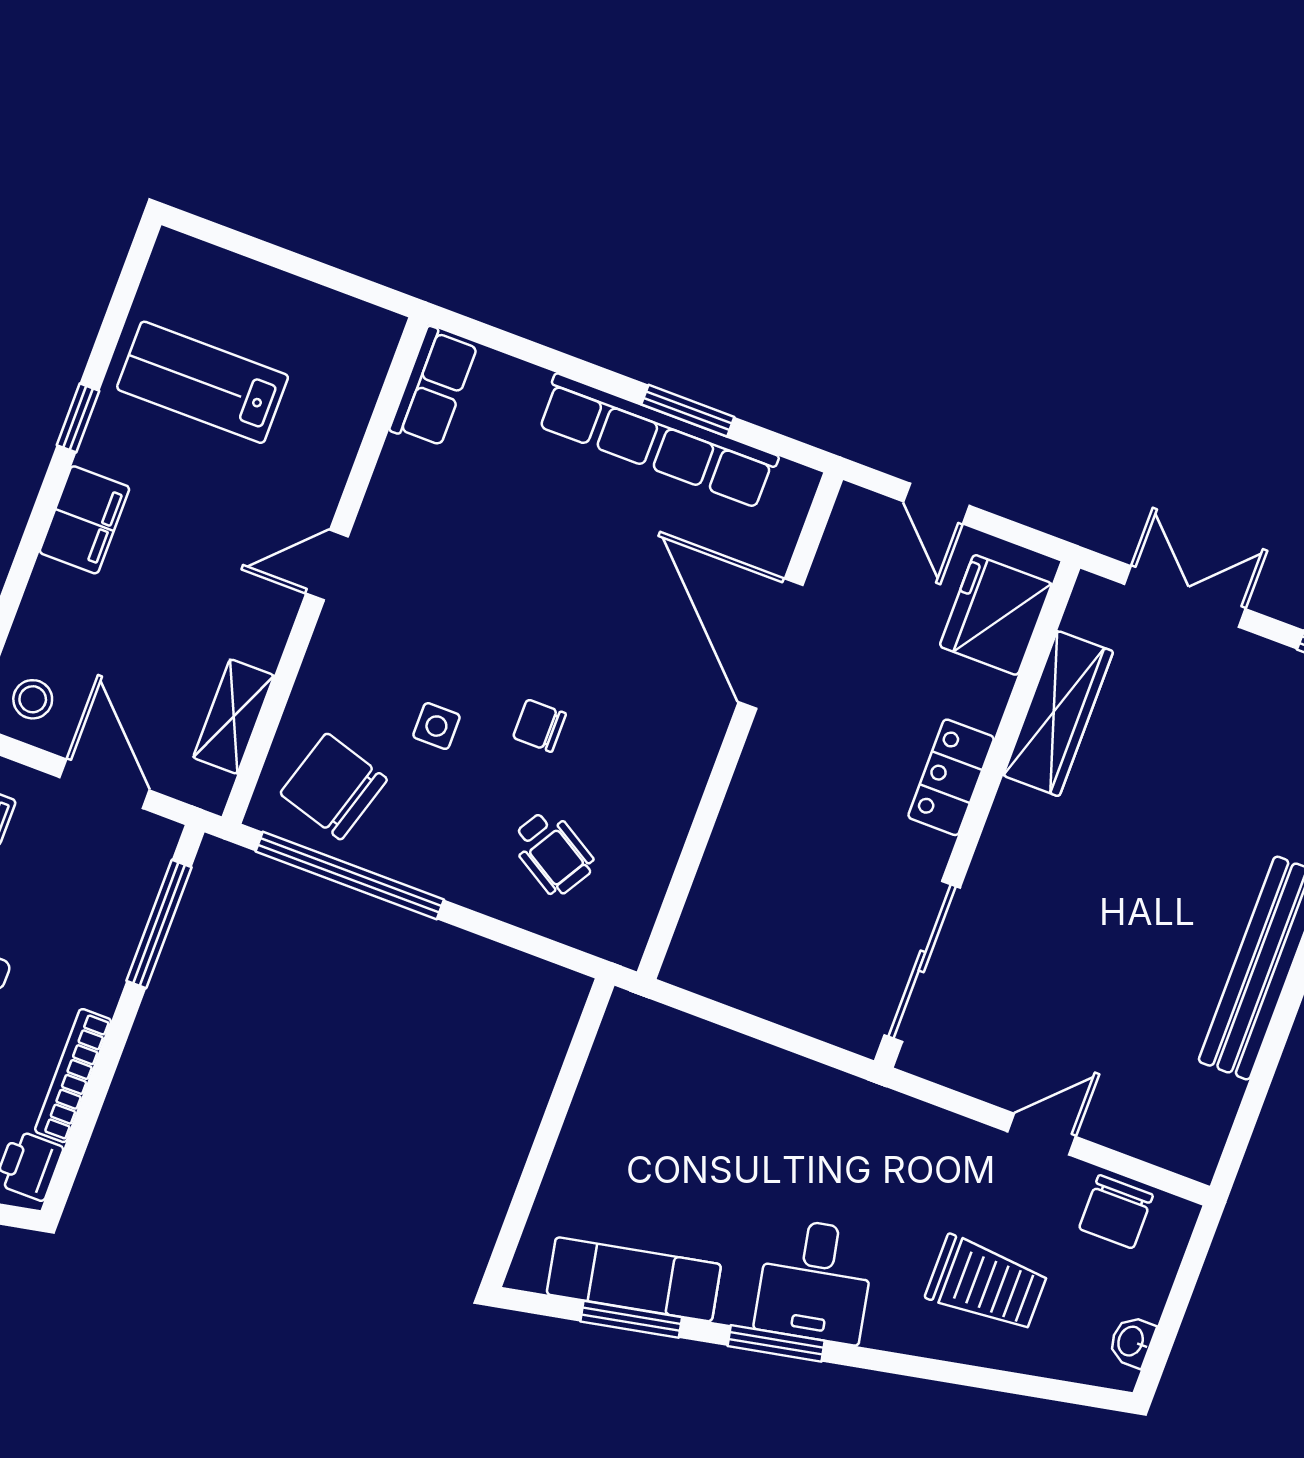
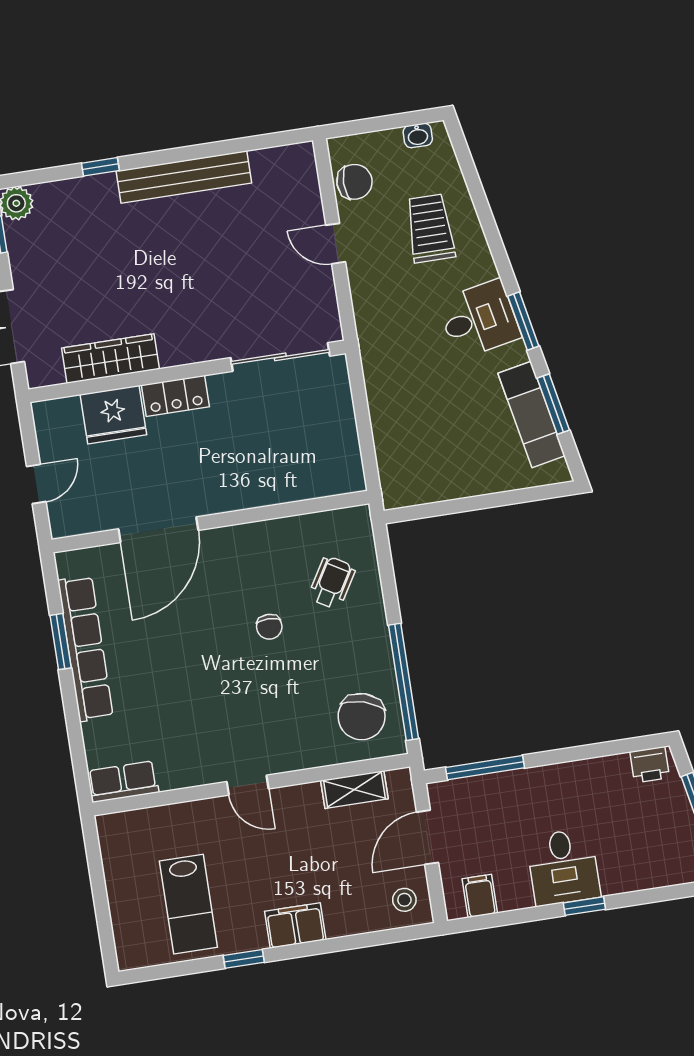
fridge: (996, 615) -> (113, 415), moved
side table: (436, 726) -> (300, 680), removed
bookcase: (73, 1076) -> (590, 768), removed

